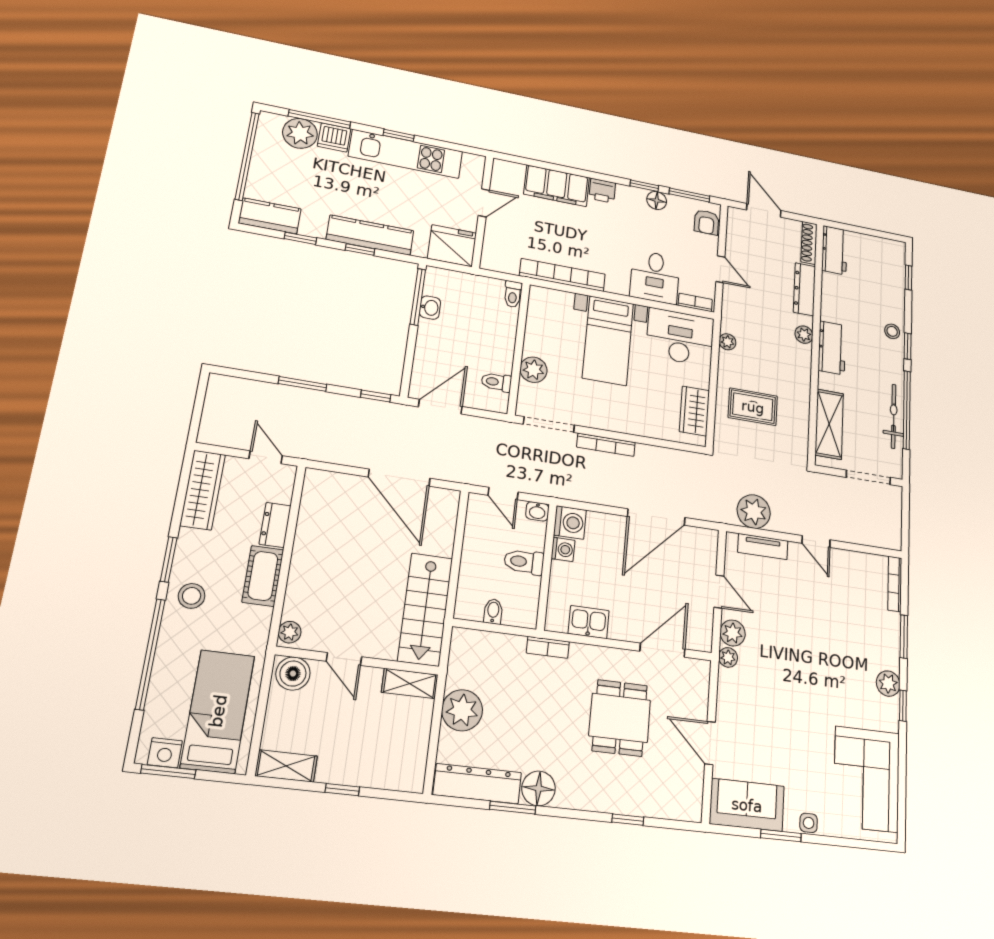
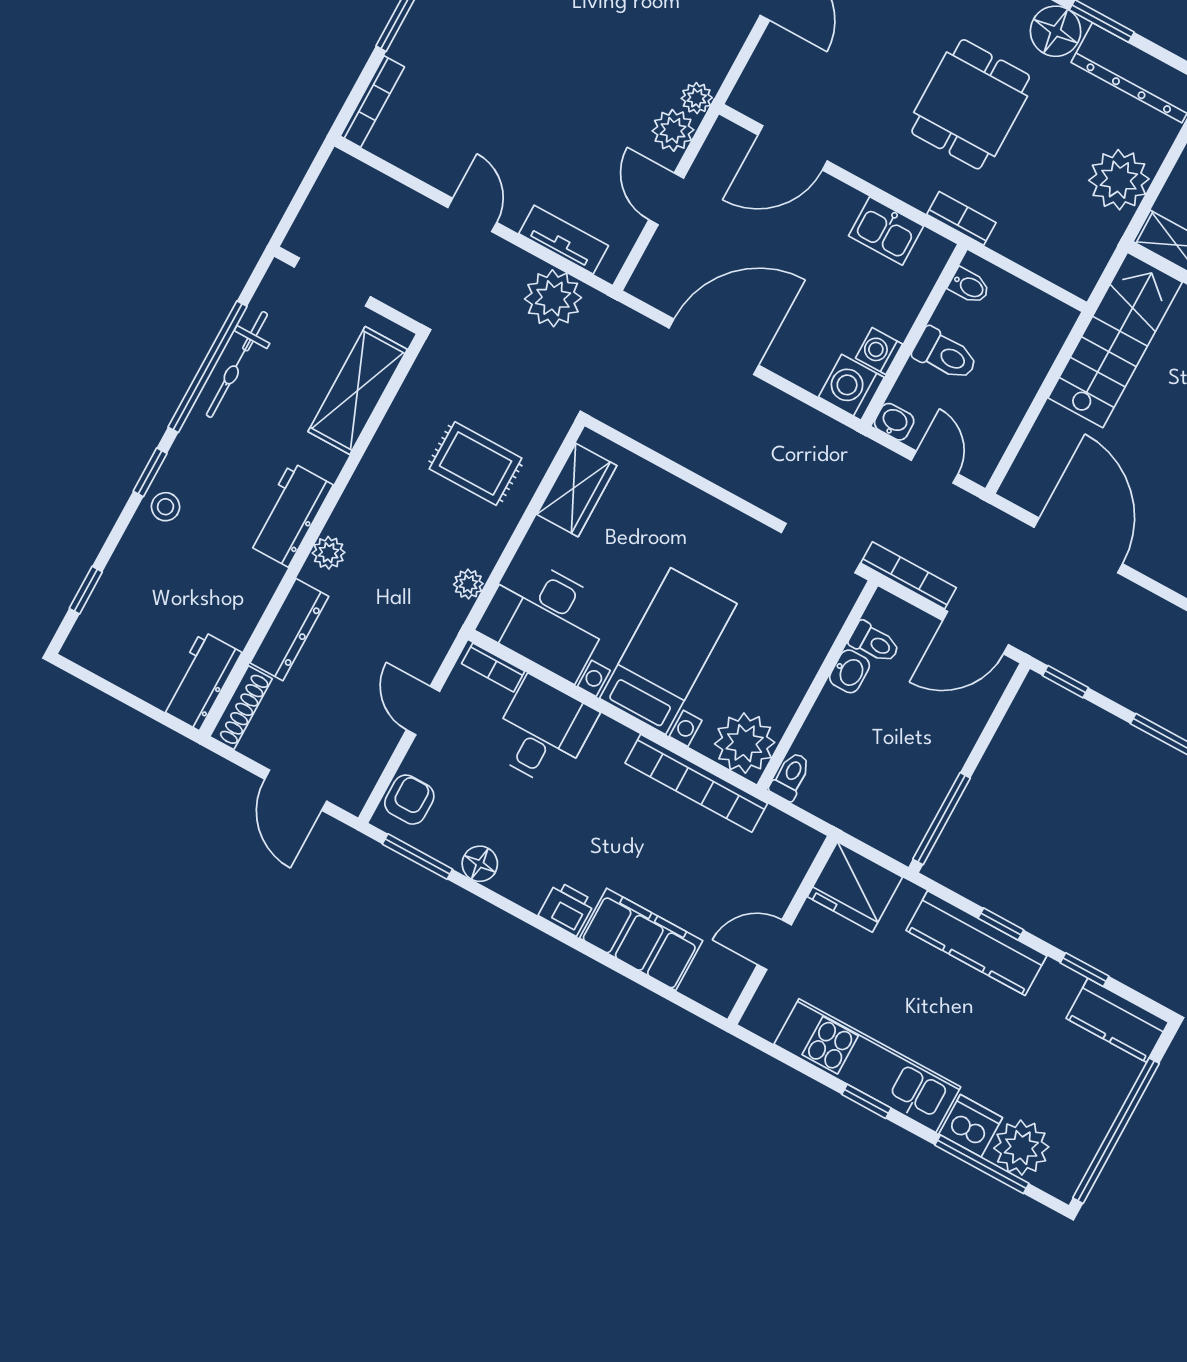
window: (644, 186) -> (490, 896), removed
washbasin: (430, 308) -> (850, 671), moved, turned 180
plant: (533, 370) -> (745, 743), moved, width x1.36, depth x1.36
bookcase: (606, 445) -> (908, 575), moved
bidet: (493, 611) -> (969, 286), moved, turned -90
dining table: (620, 718) -> (971, 104), moved

